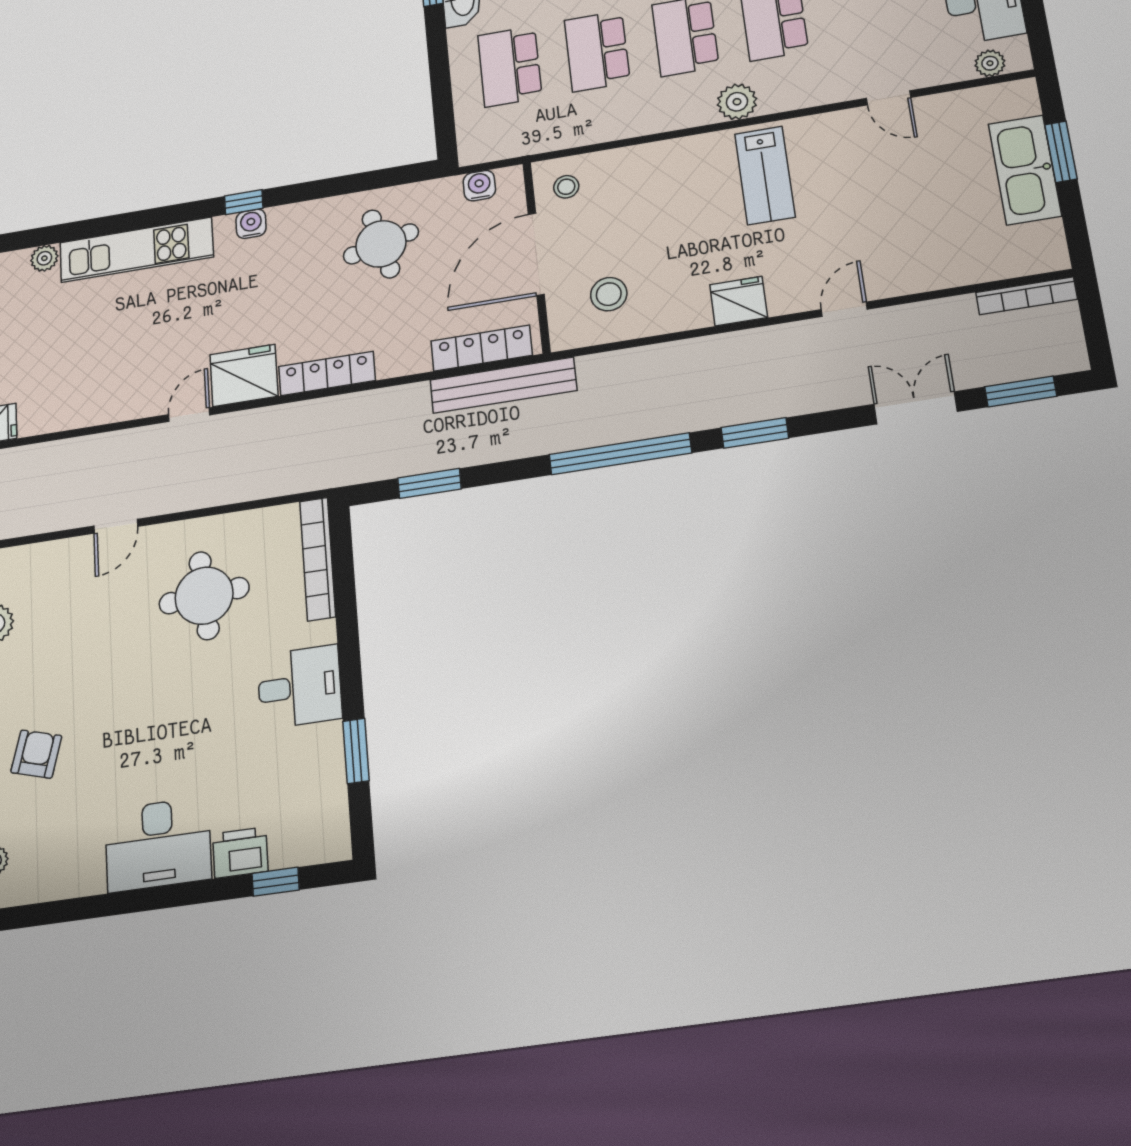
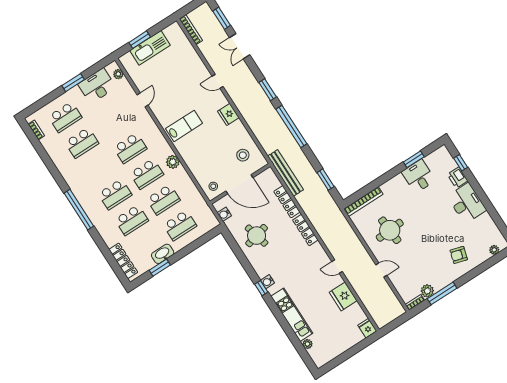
plant: (737, 102) -> (173, 162), moved
locker: (482, 348) -> (287, 202), moved
fridge: (244, 375) -> (343, 296), moved
desk: (300, 687) -> (418, 176), moved

